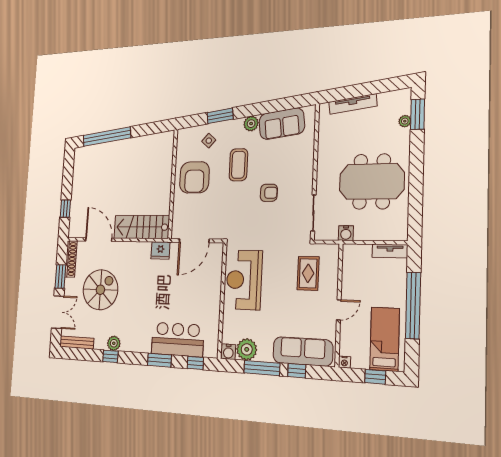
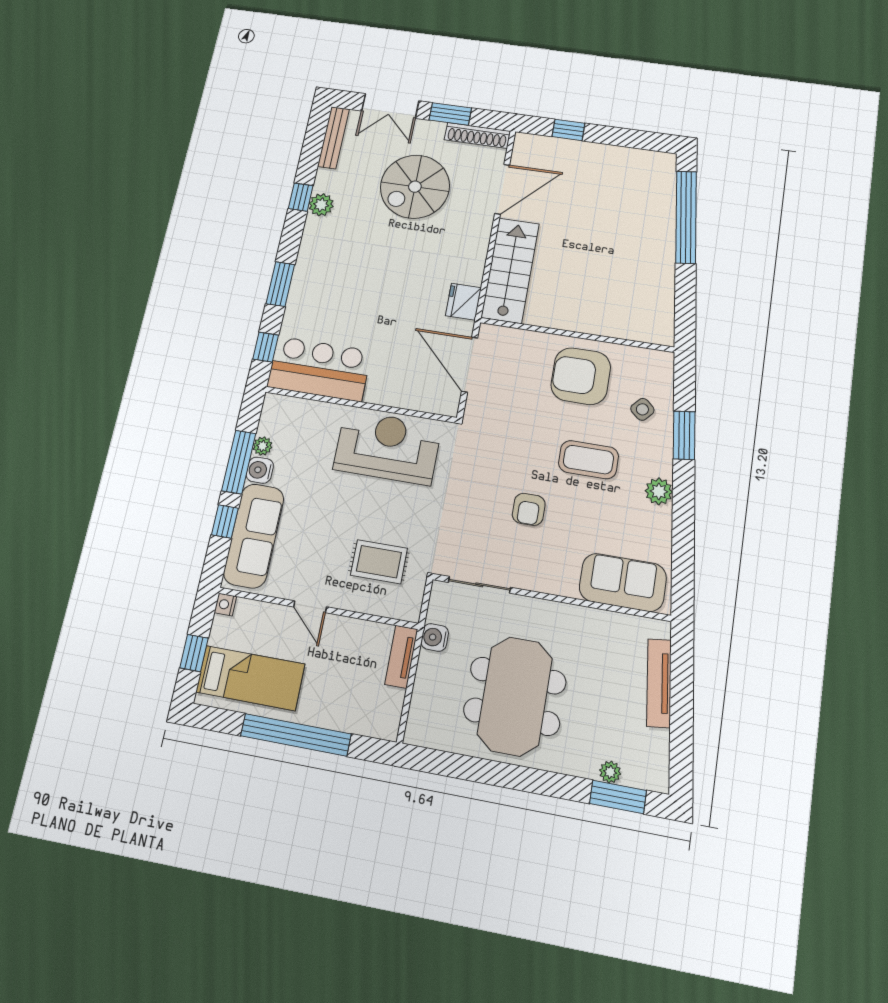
sofa: (282, 124) -> (623, 582), moved, turned 97
tv unit: (390, 251) -> (401, 657), moved
spiral stairs: (100, 290) -> (415, 187), turned 90
bar counter: (177, 339) -> (319, 369), moved, turned -90
plant: (247, 349) -> (263, 446), width x0.53, depth x0.53
water cooler: (228, 352) -> (260, 470), moved

